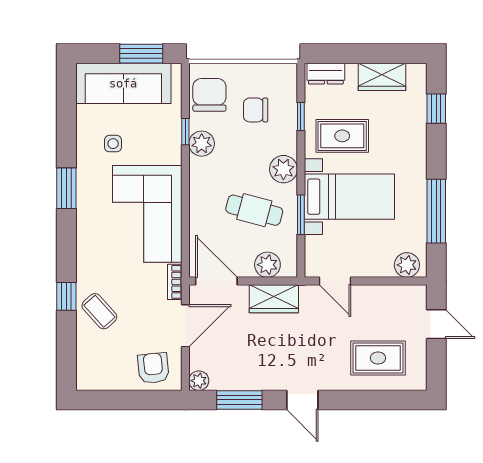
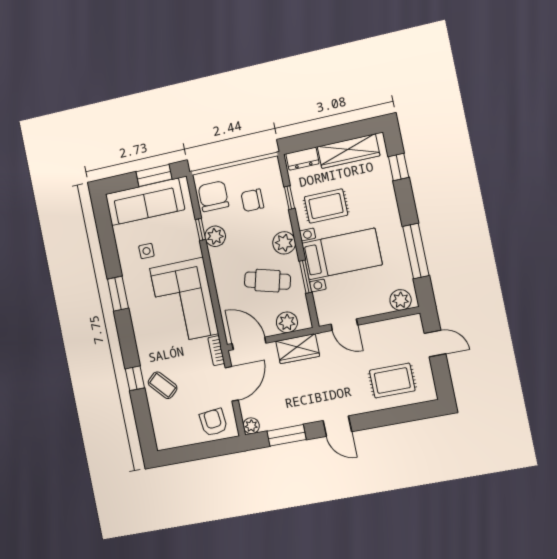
wardrobe: (382, 77) -> (349, 151), width x1.50

